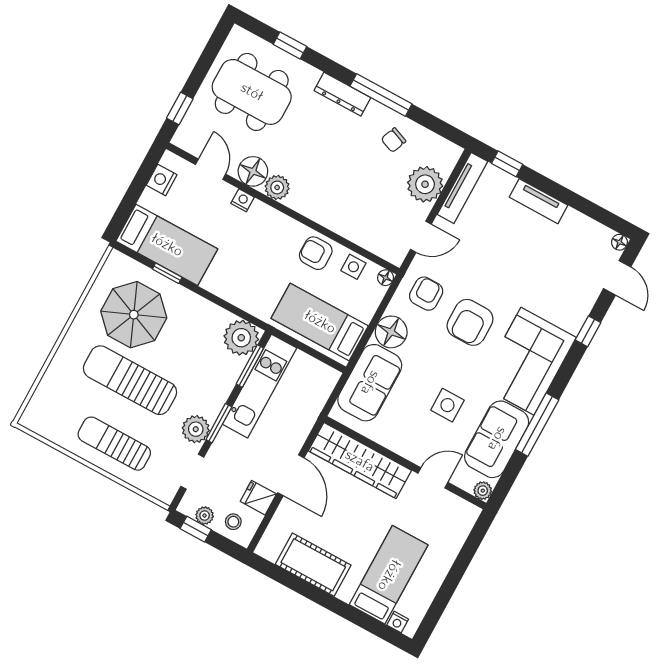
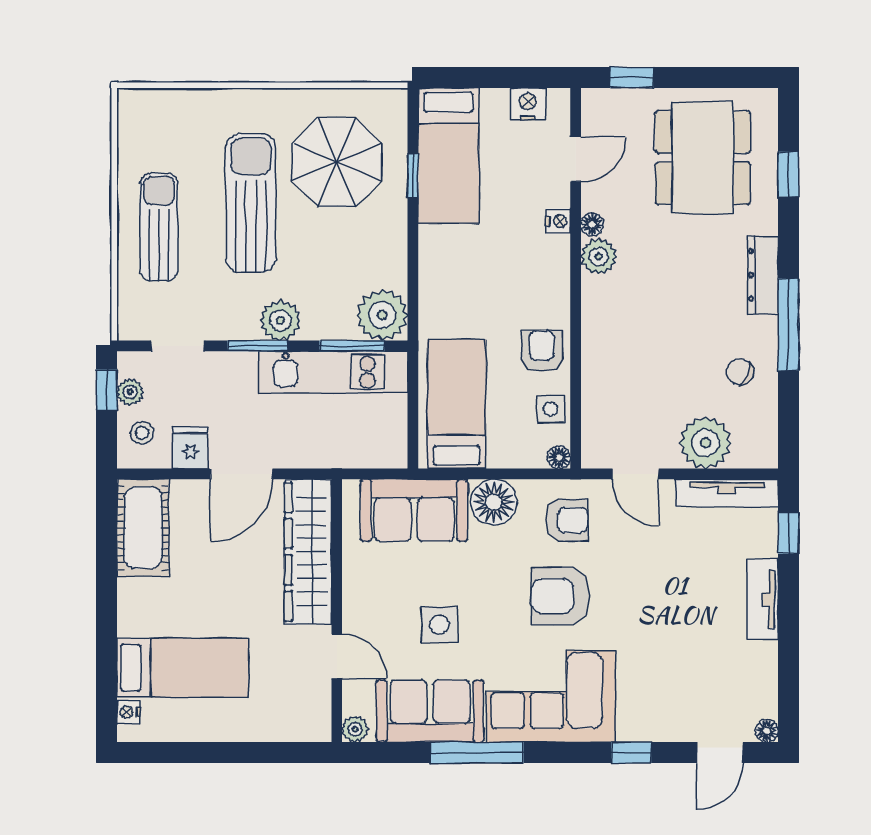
floor lamp: (253, 171) -> (592, 224), width x0.53, depth x0.53
plant: (196, 429) -> (280, 321), moved
cot: (313, 565) -> (143, 528), moved

